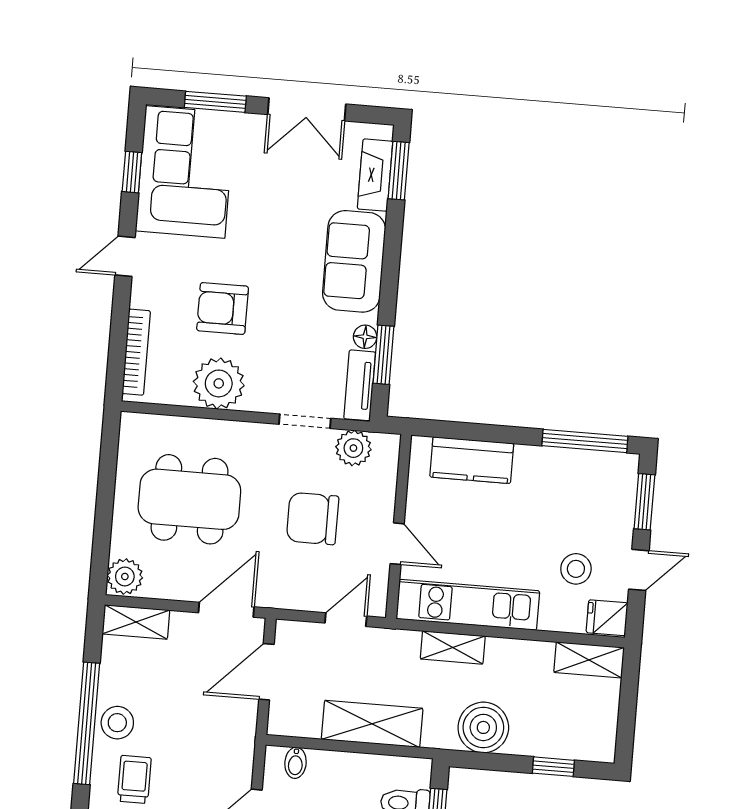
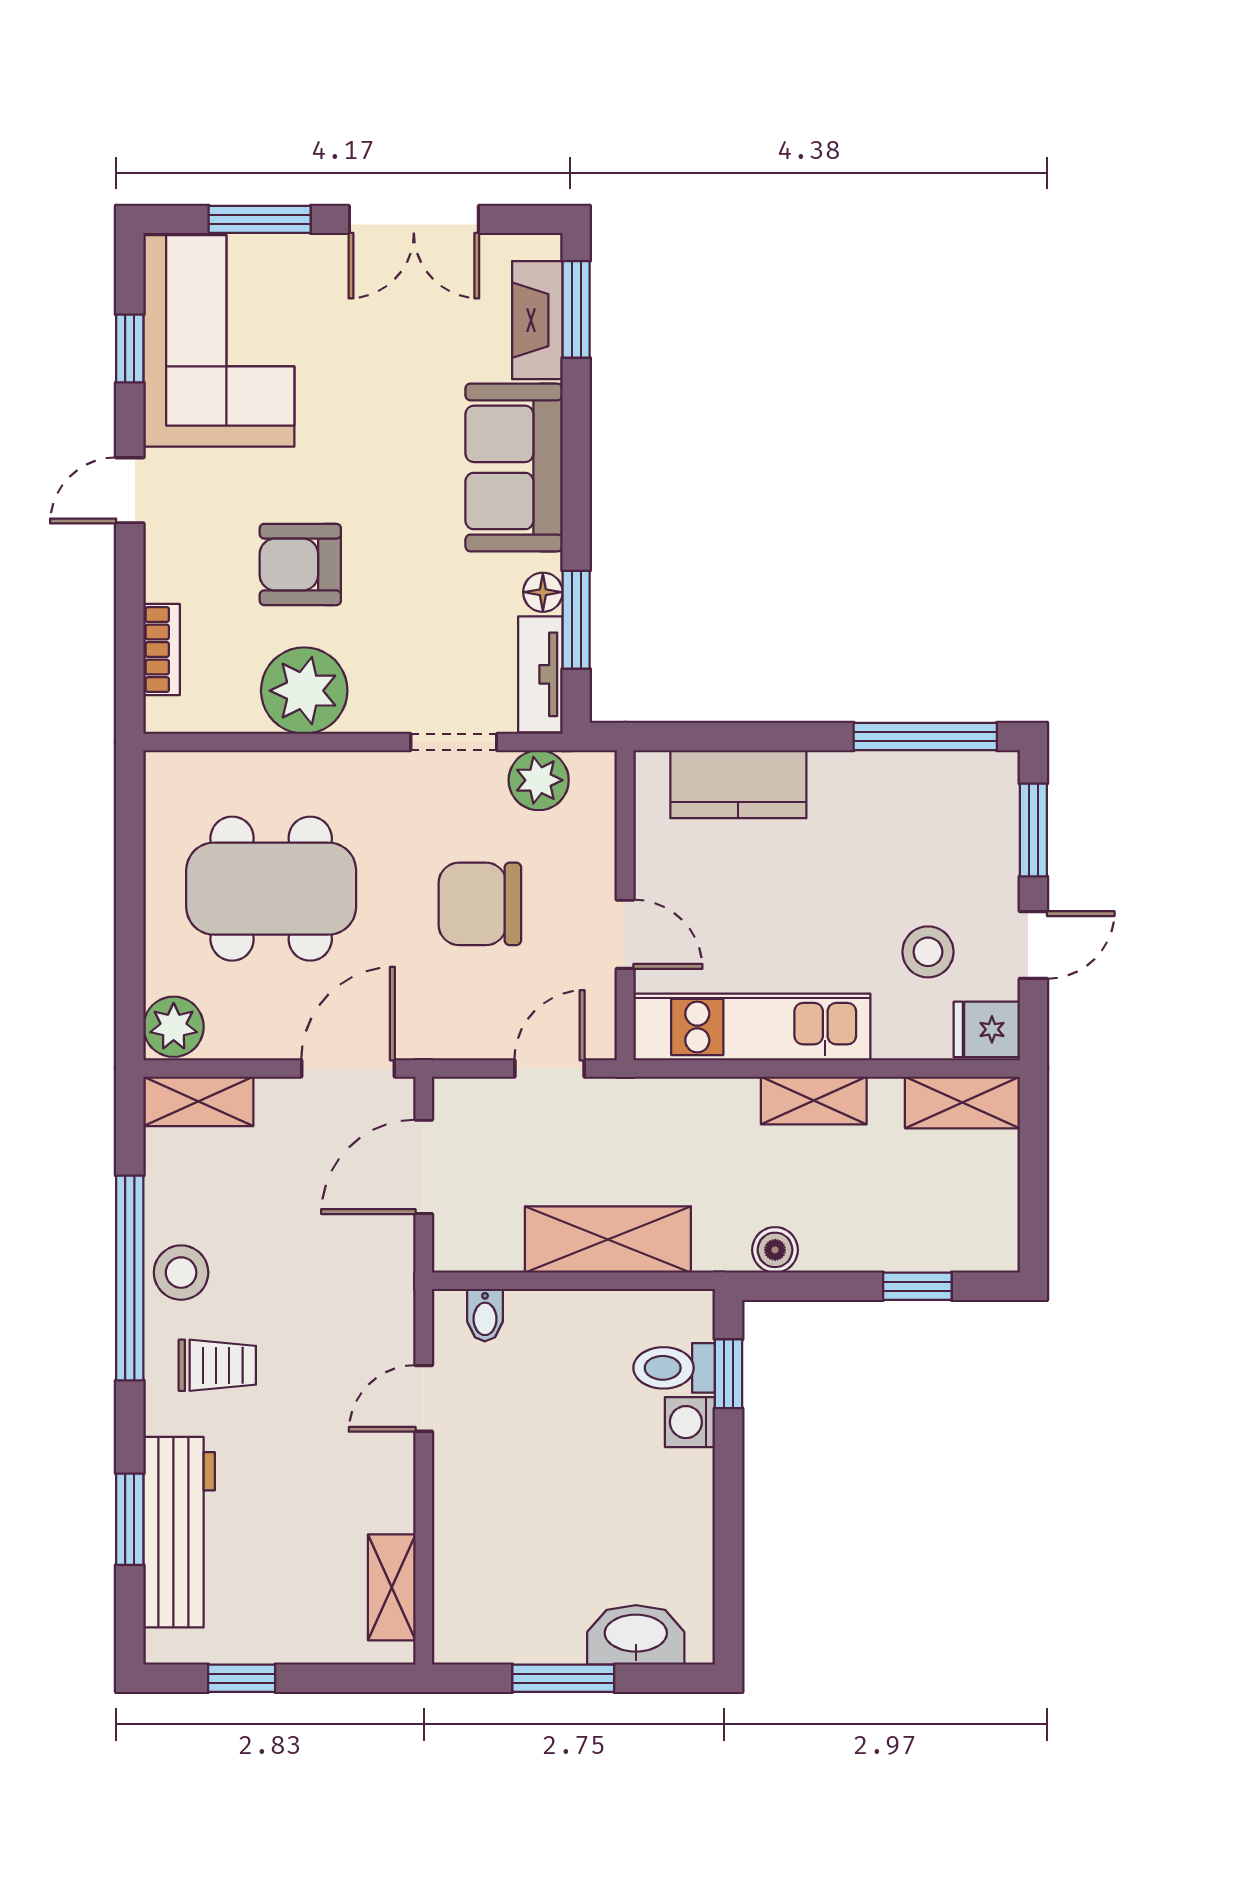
bookcase: (136, 352) -> (162, 650), width x0.64
shelving: (453, 647) -> (814, 1101), moved
boiler: (483, 727) -> (775, 1250), width x0.54, depth x0.54
trolley: (134, 779) -> (217, 1365), turned 90

